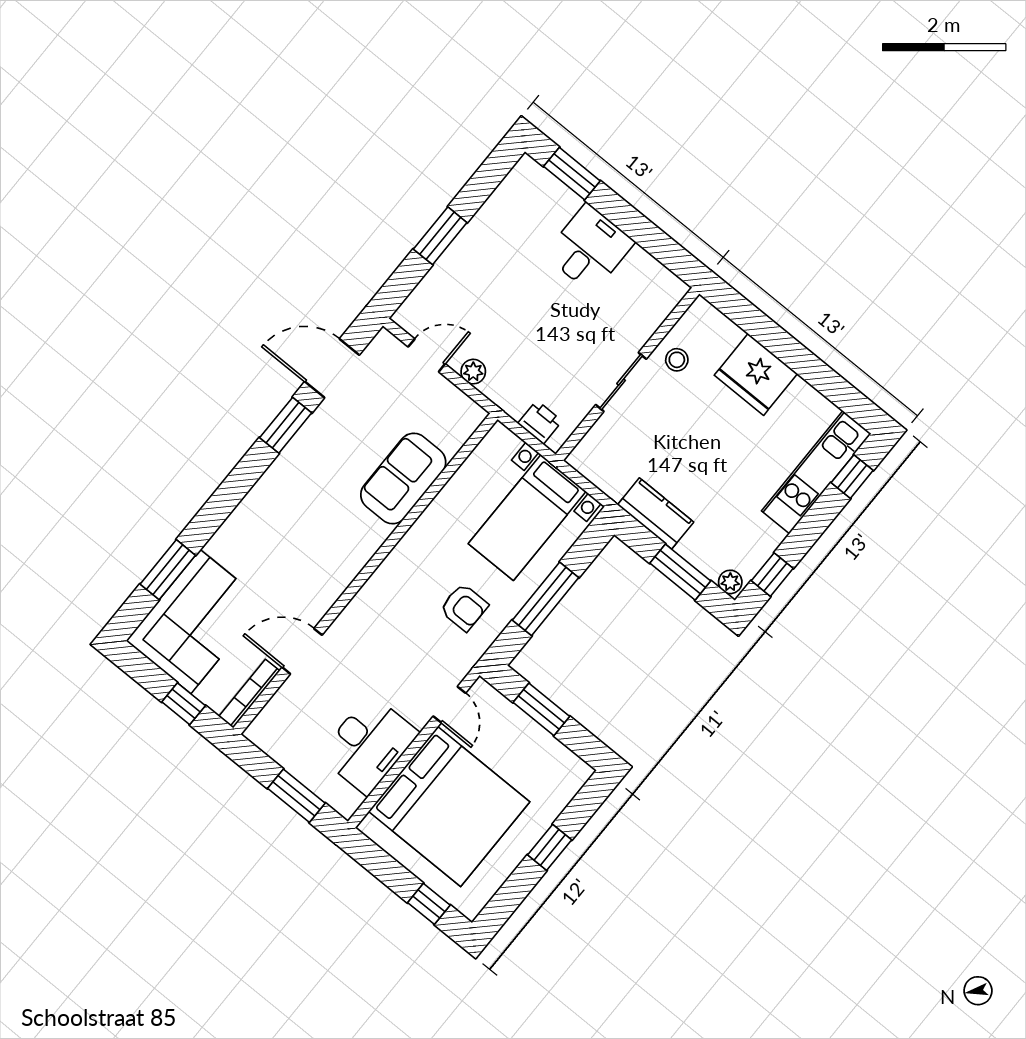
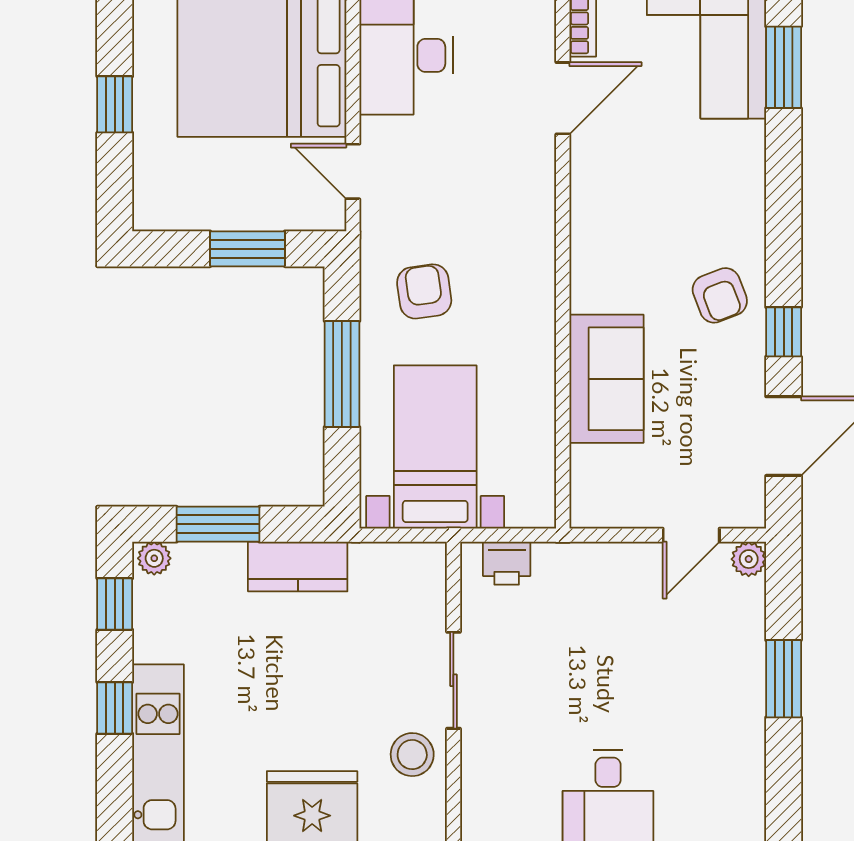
stool: (677, 360) -> (412, 755), width x1.37, depth x1.37
plant: (473, 372) -> (749, 559), moved
window: (286, 425) -> (784, 332), width x0.67
armchair: (304, 474) -> (720, 295), added
window: (852, 477) -> (115, 708), moved
armchair: (464, 607) -> (424, 291), turned 82

